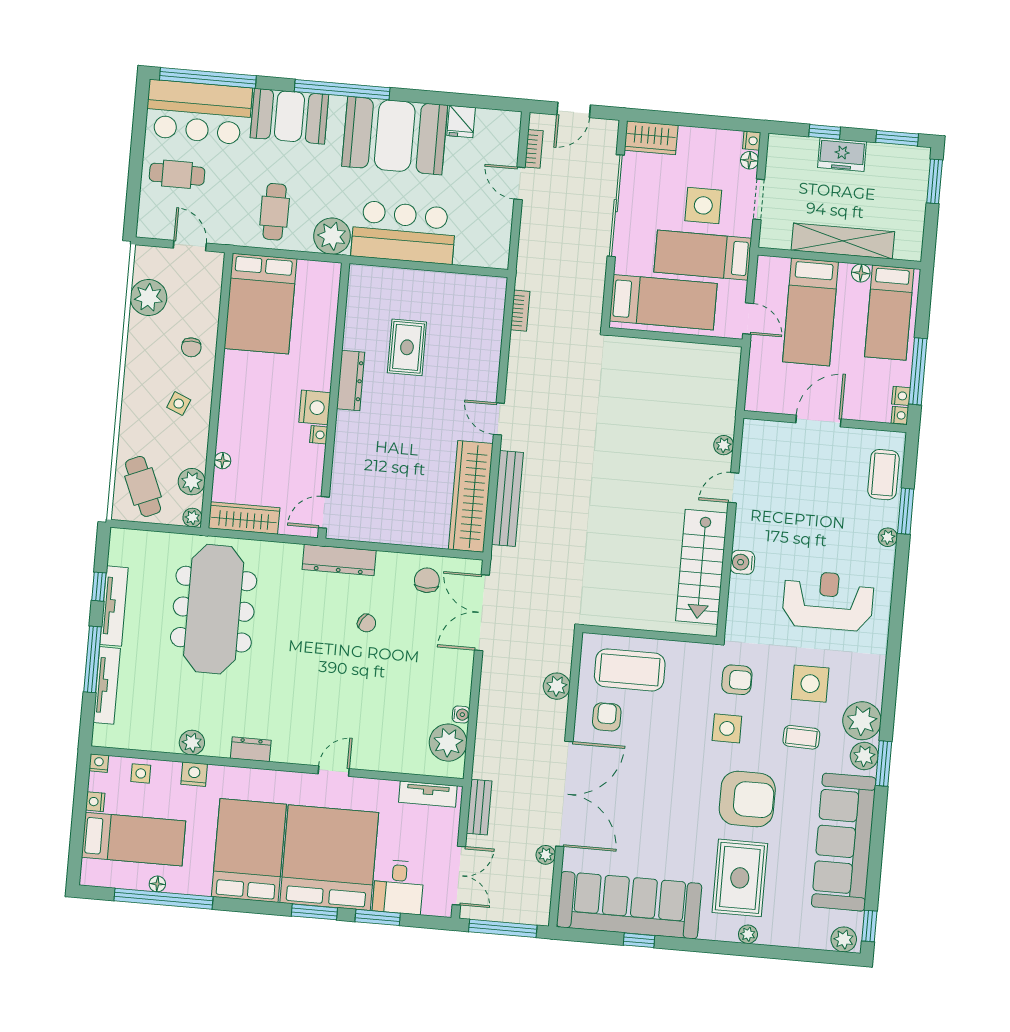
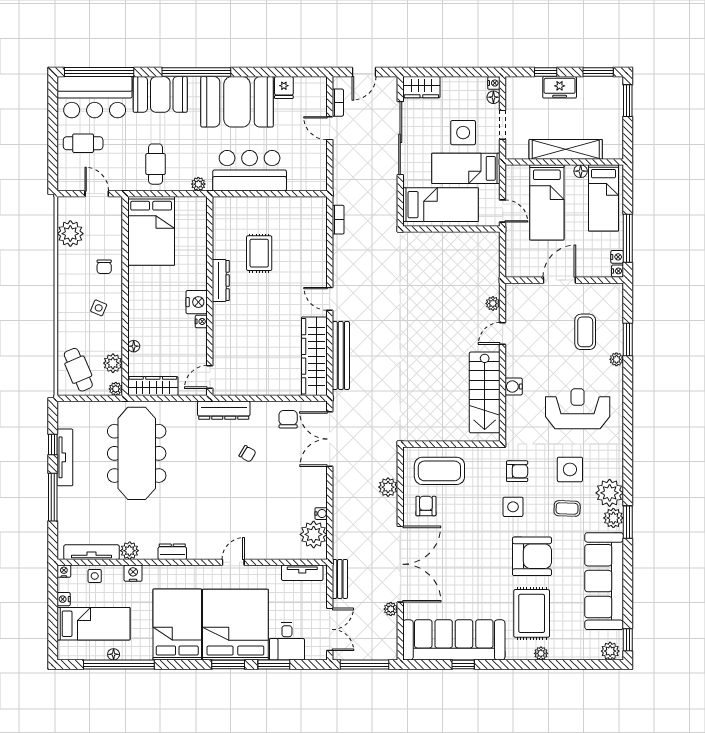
plant: (332, 236) -> (198, 184), width x0.53, depth x0.53
coffee table: (884, 475) -> (585, 332), moved
tv unit: (107, 685) -> (92, 552), moved, turned -90

